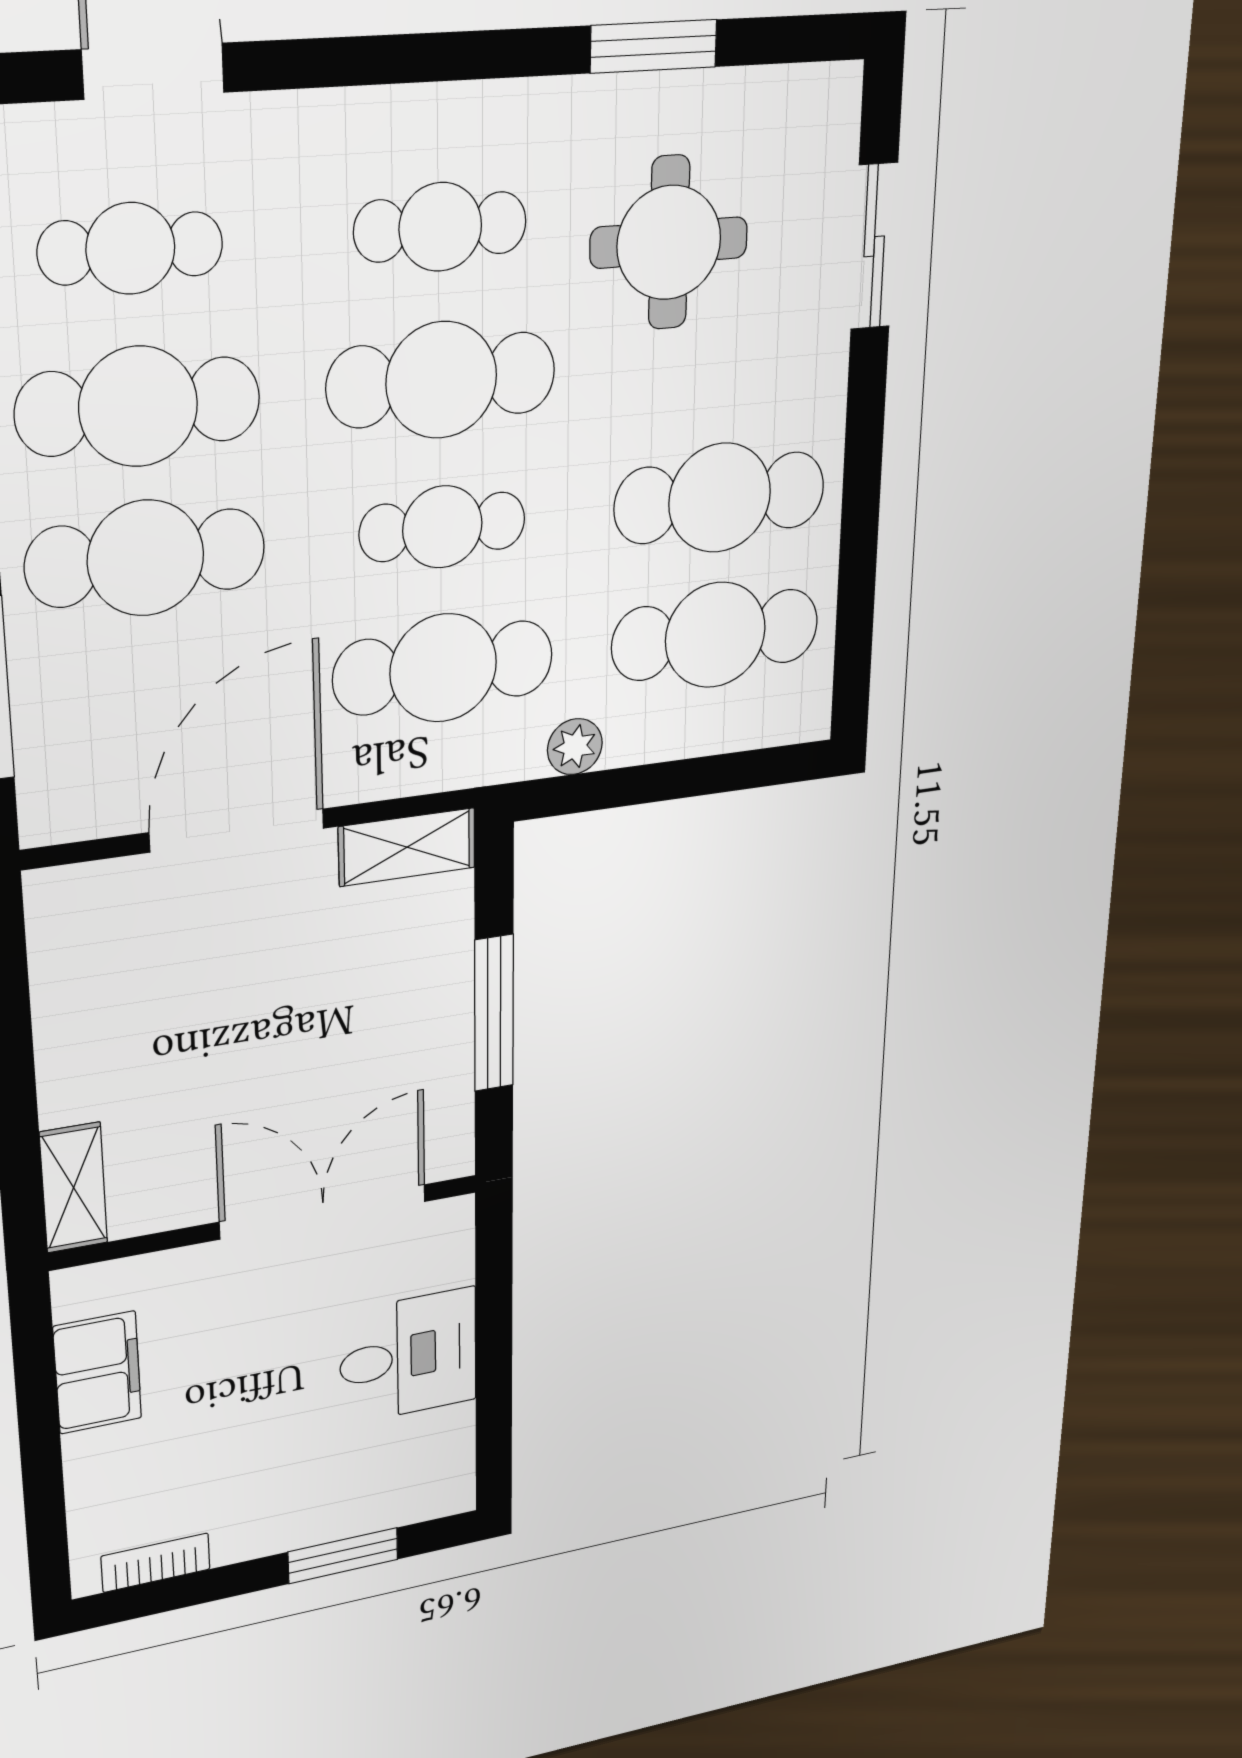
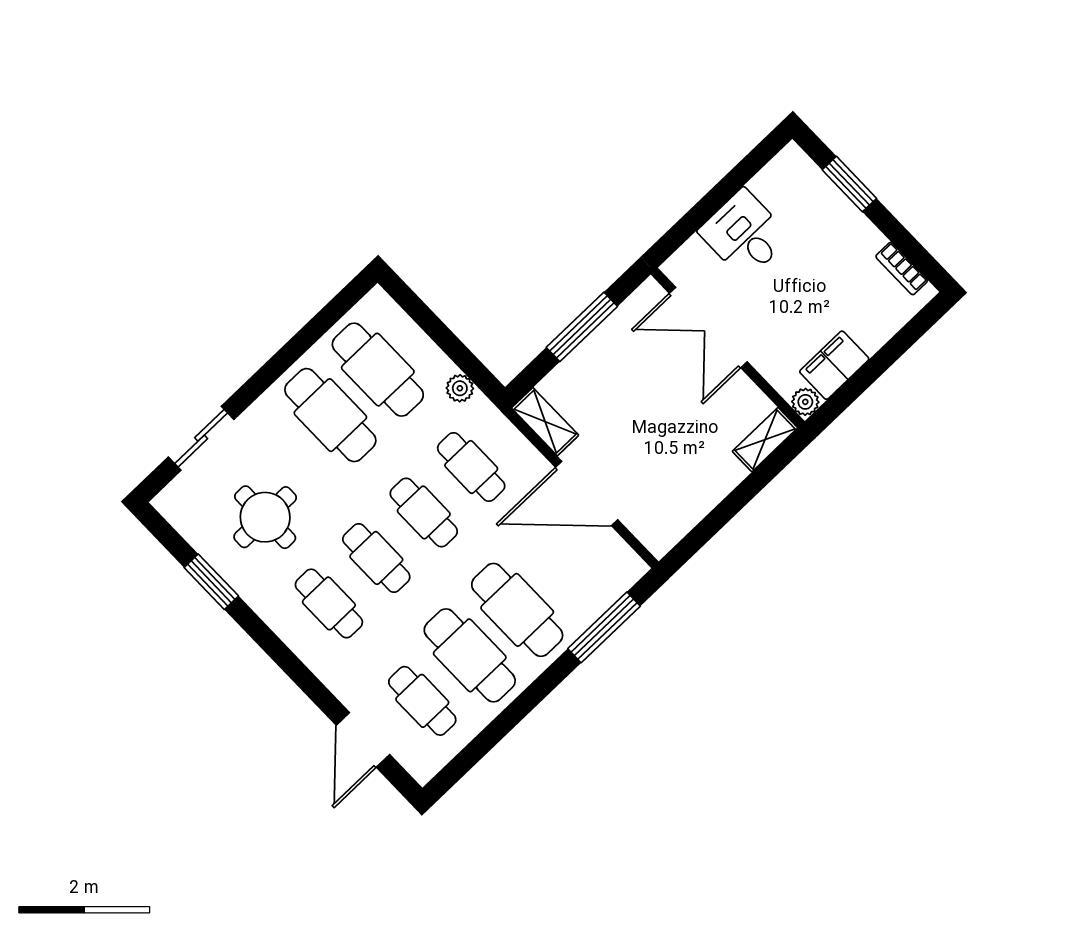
cafe table: (441, 380) -> (376, 558), width x0.73, depth x0.74
cafe table: (443, 668) -> (471, 467), width x0.73, depth x0.74
plant: (79, 1291) -> (805, 402), added

